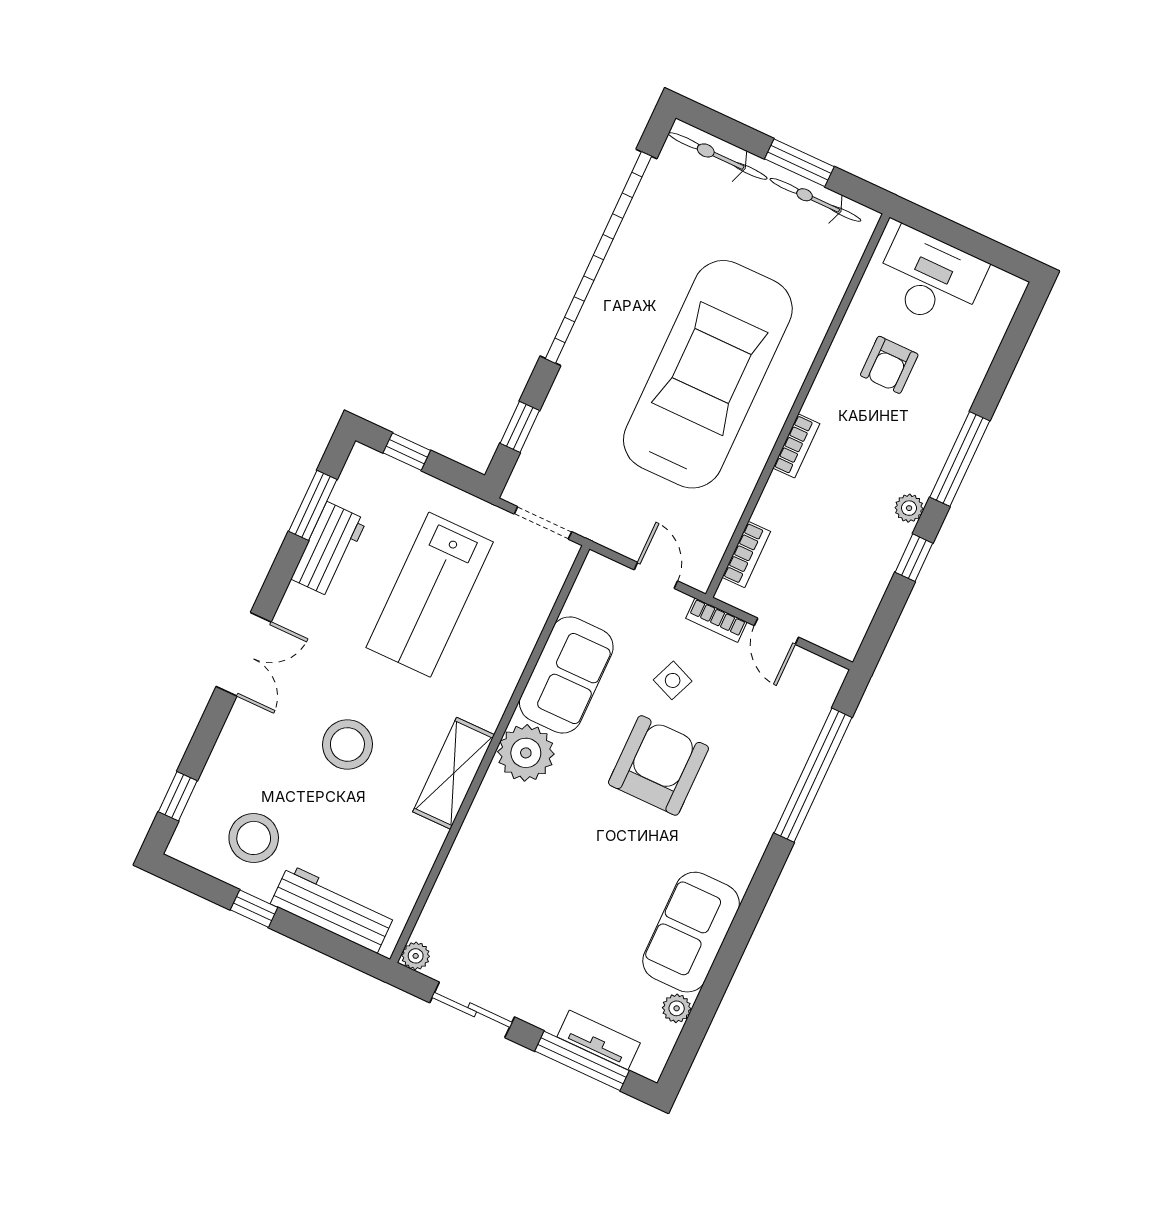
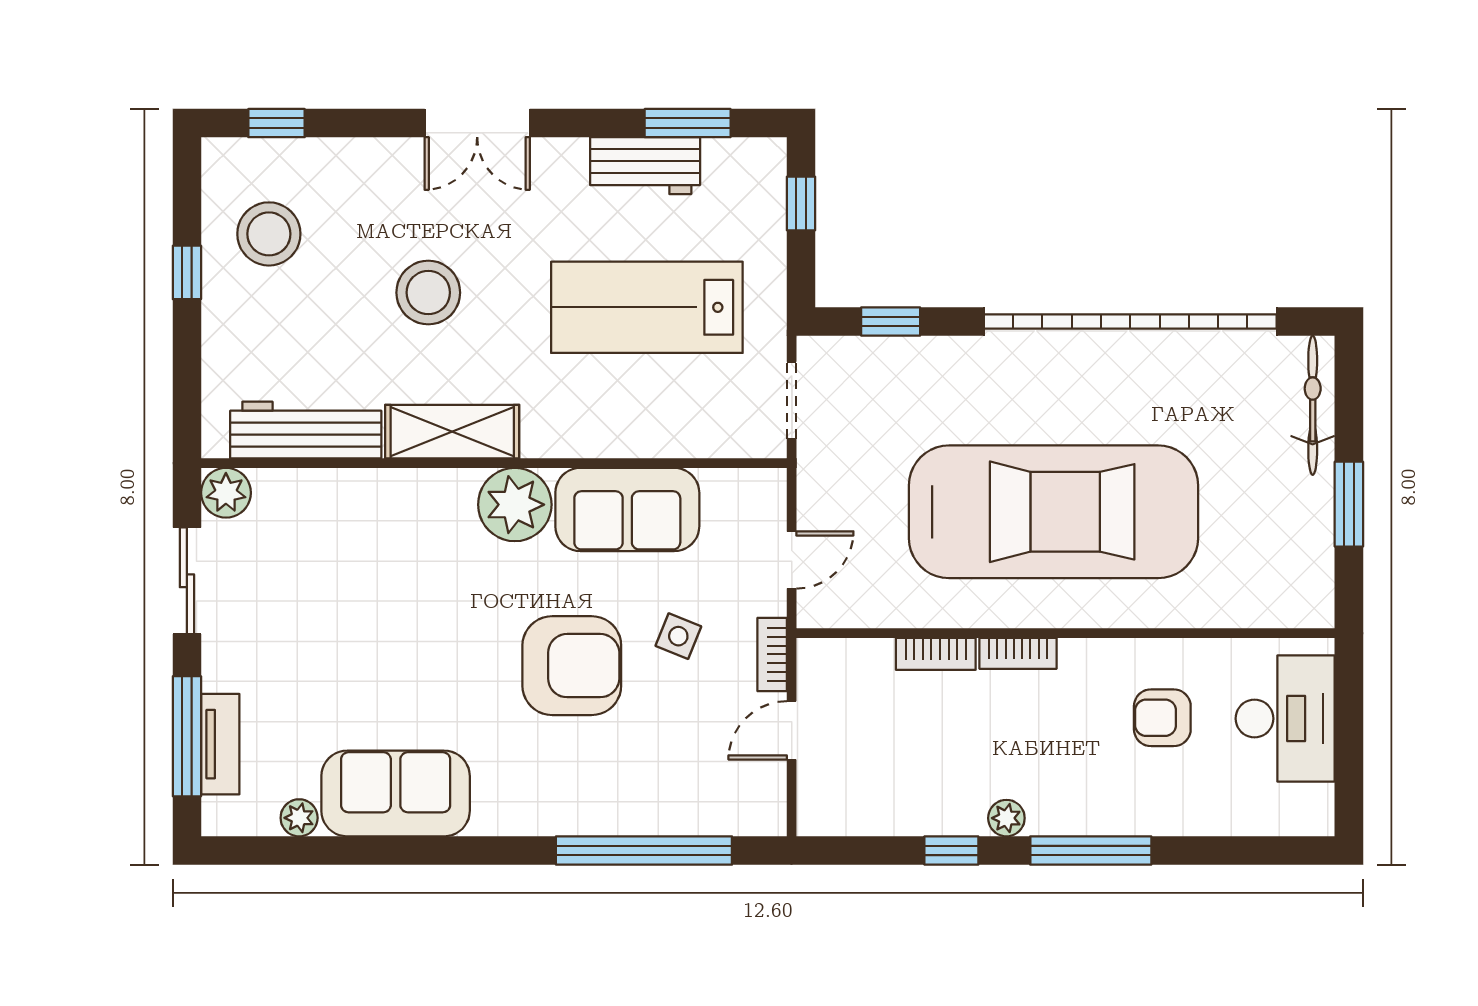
bicycle: (815, 200) -> (1314, 543), removed
bookcase: (746, 554) -> (936, 654), moved
workbench: (333, 909) -> (306, 430), moved, turned -90
plant: (416, 956) -> (226, 493), width x1.38, depth x1.38

